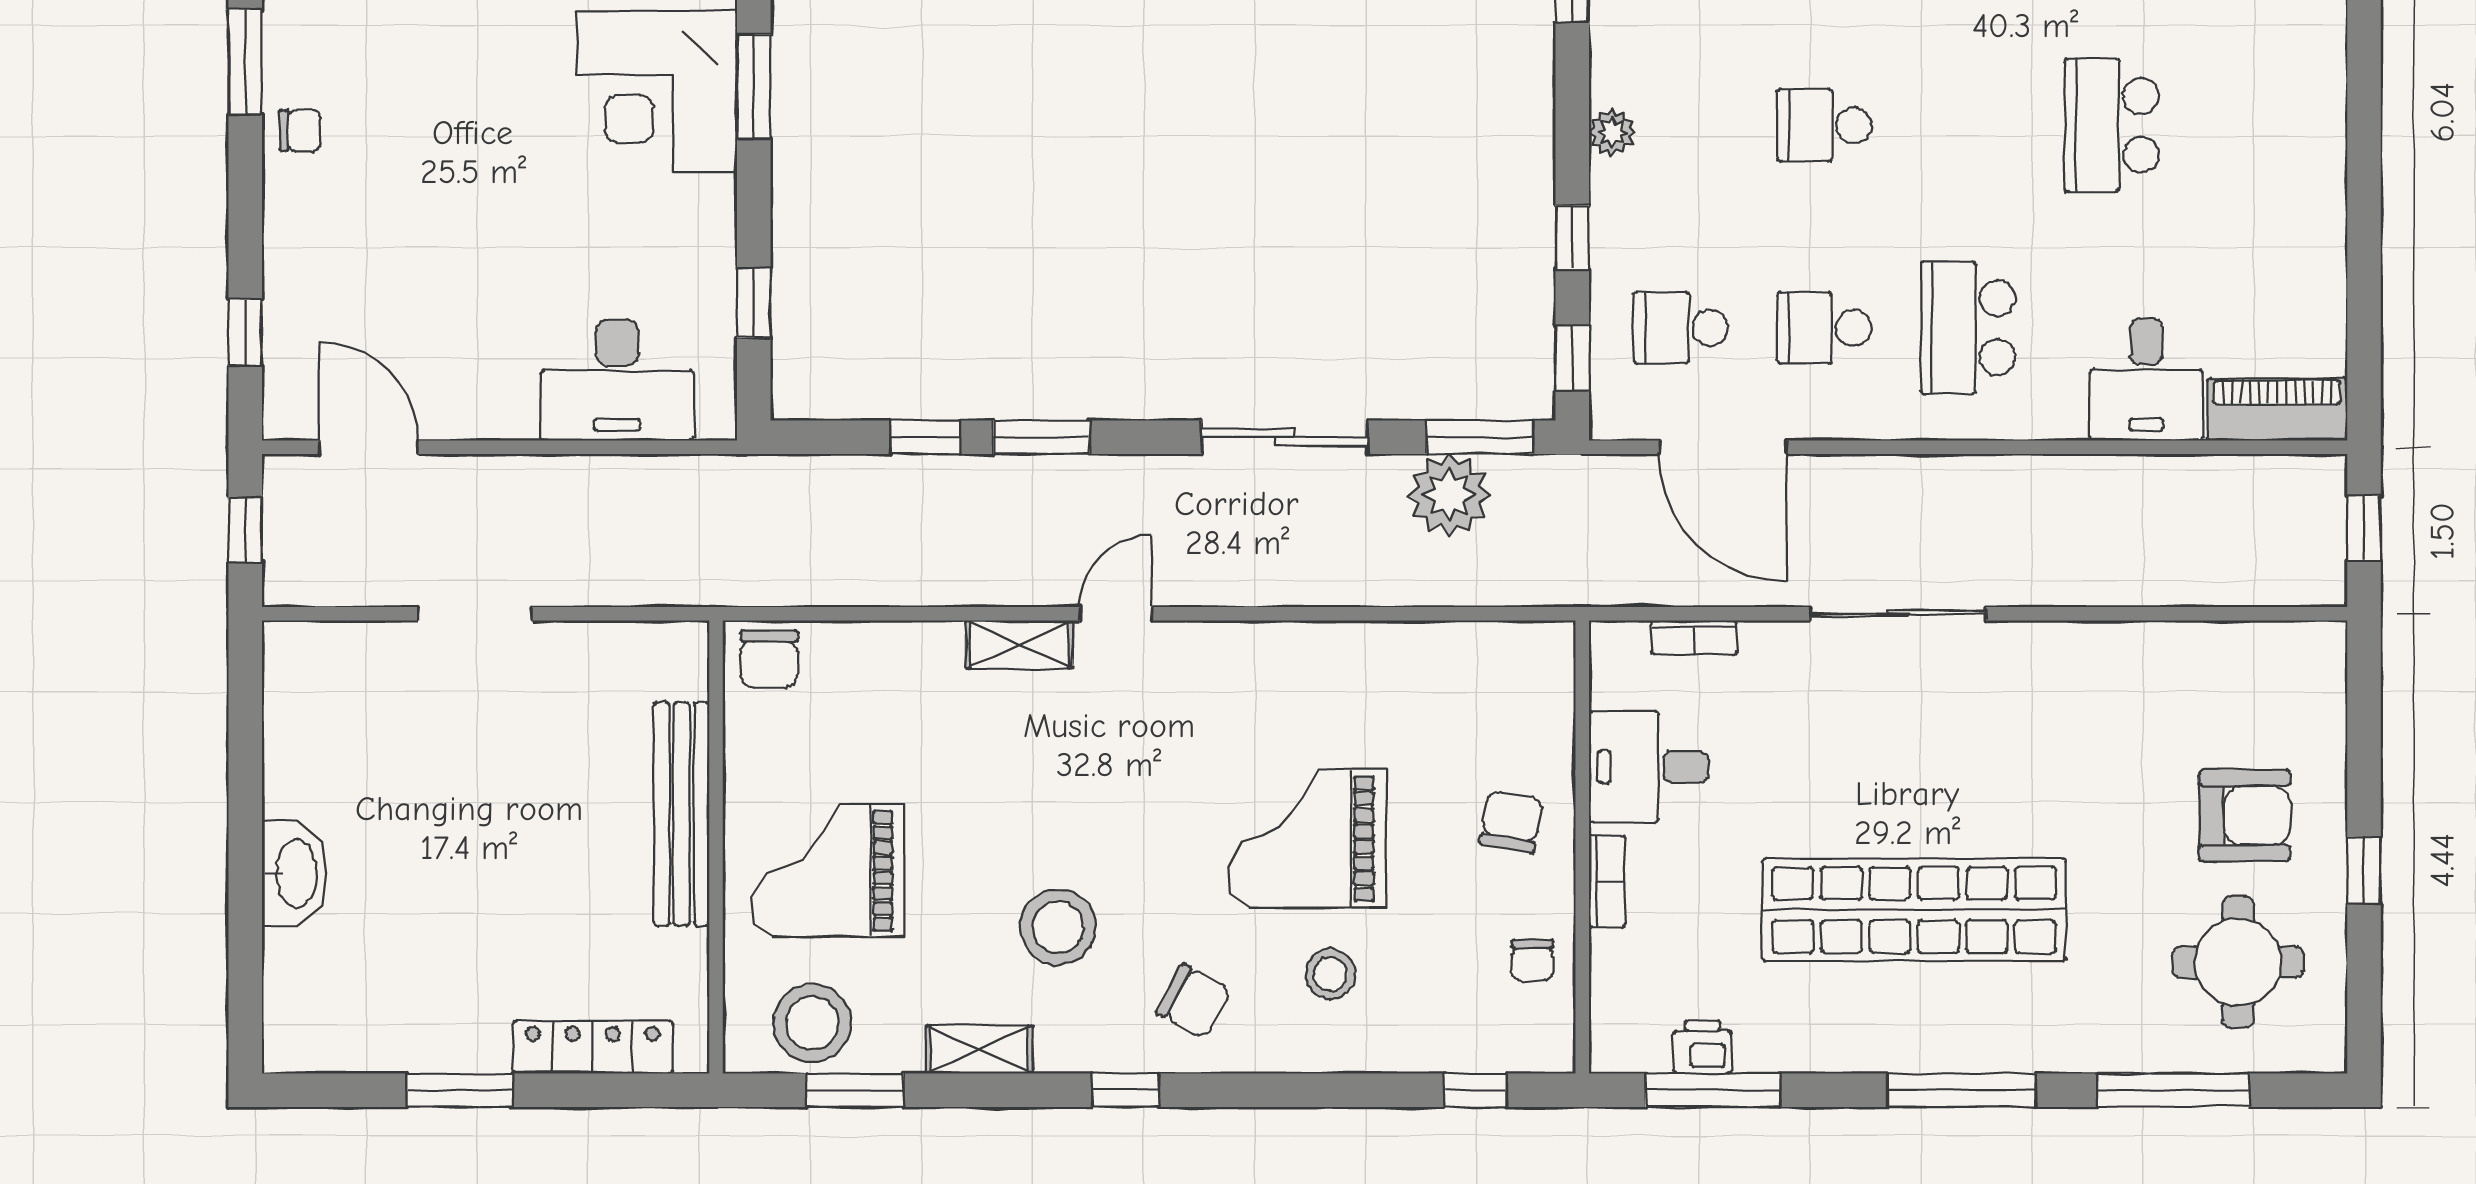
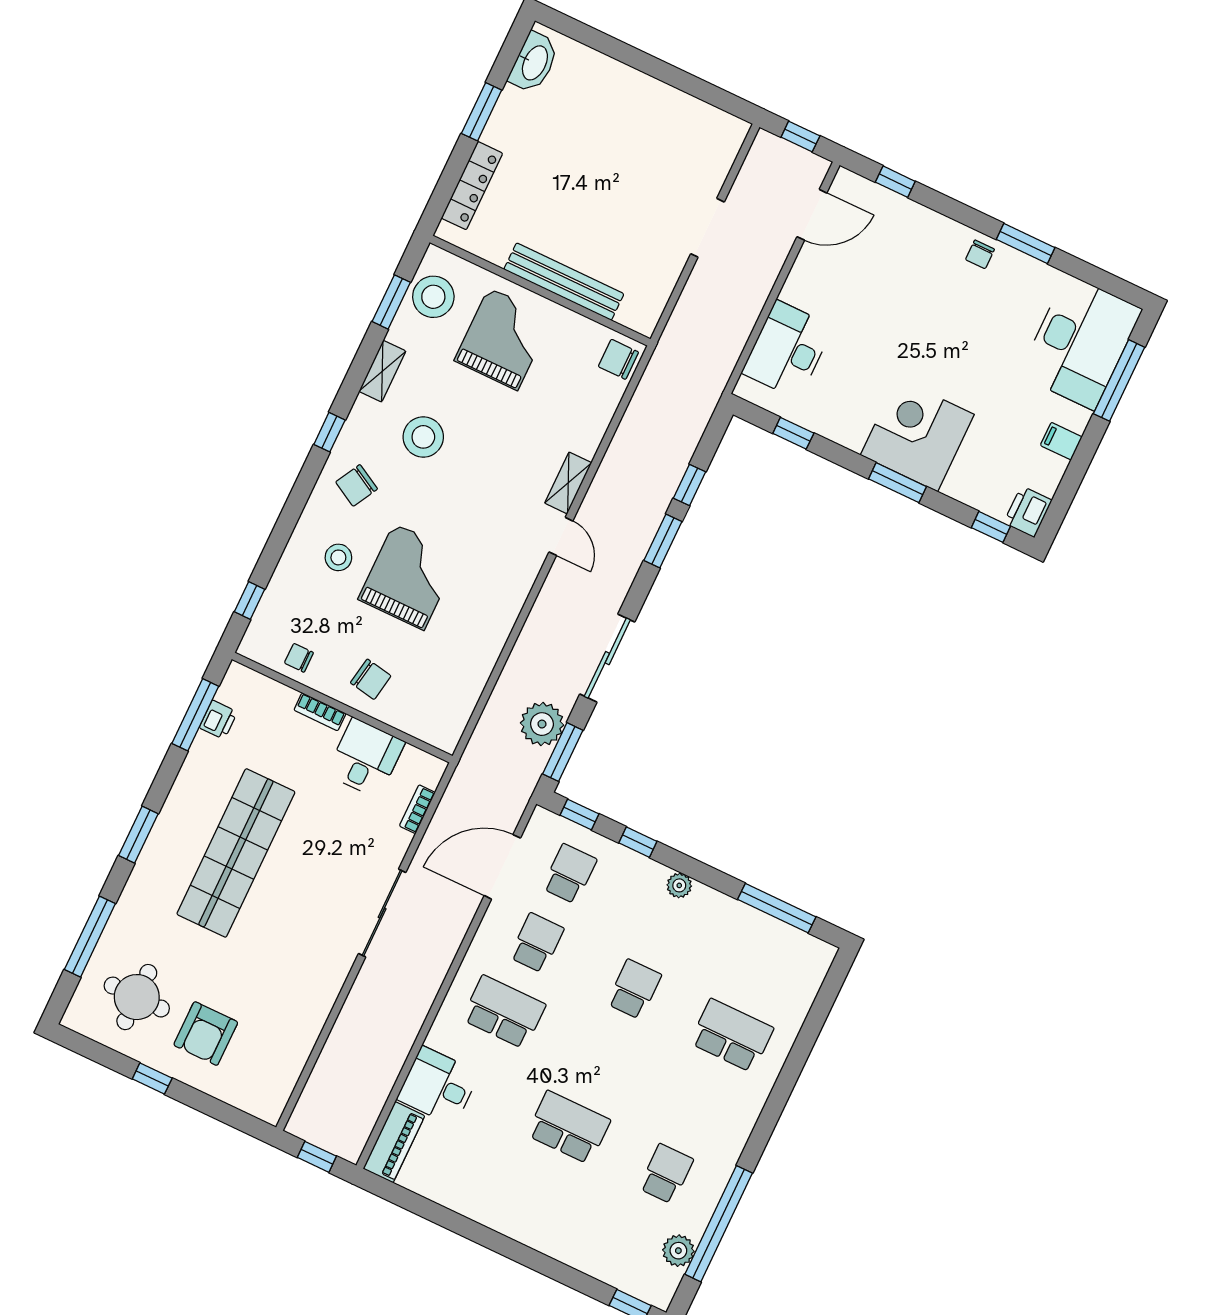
washbasin: (294, 873) -> (534, 62), moved, turned -90
window: (1962, 1090) -> (138, 835), width x0.69

